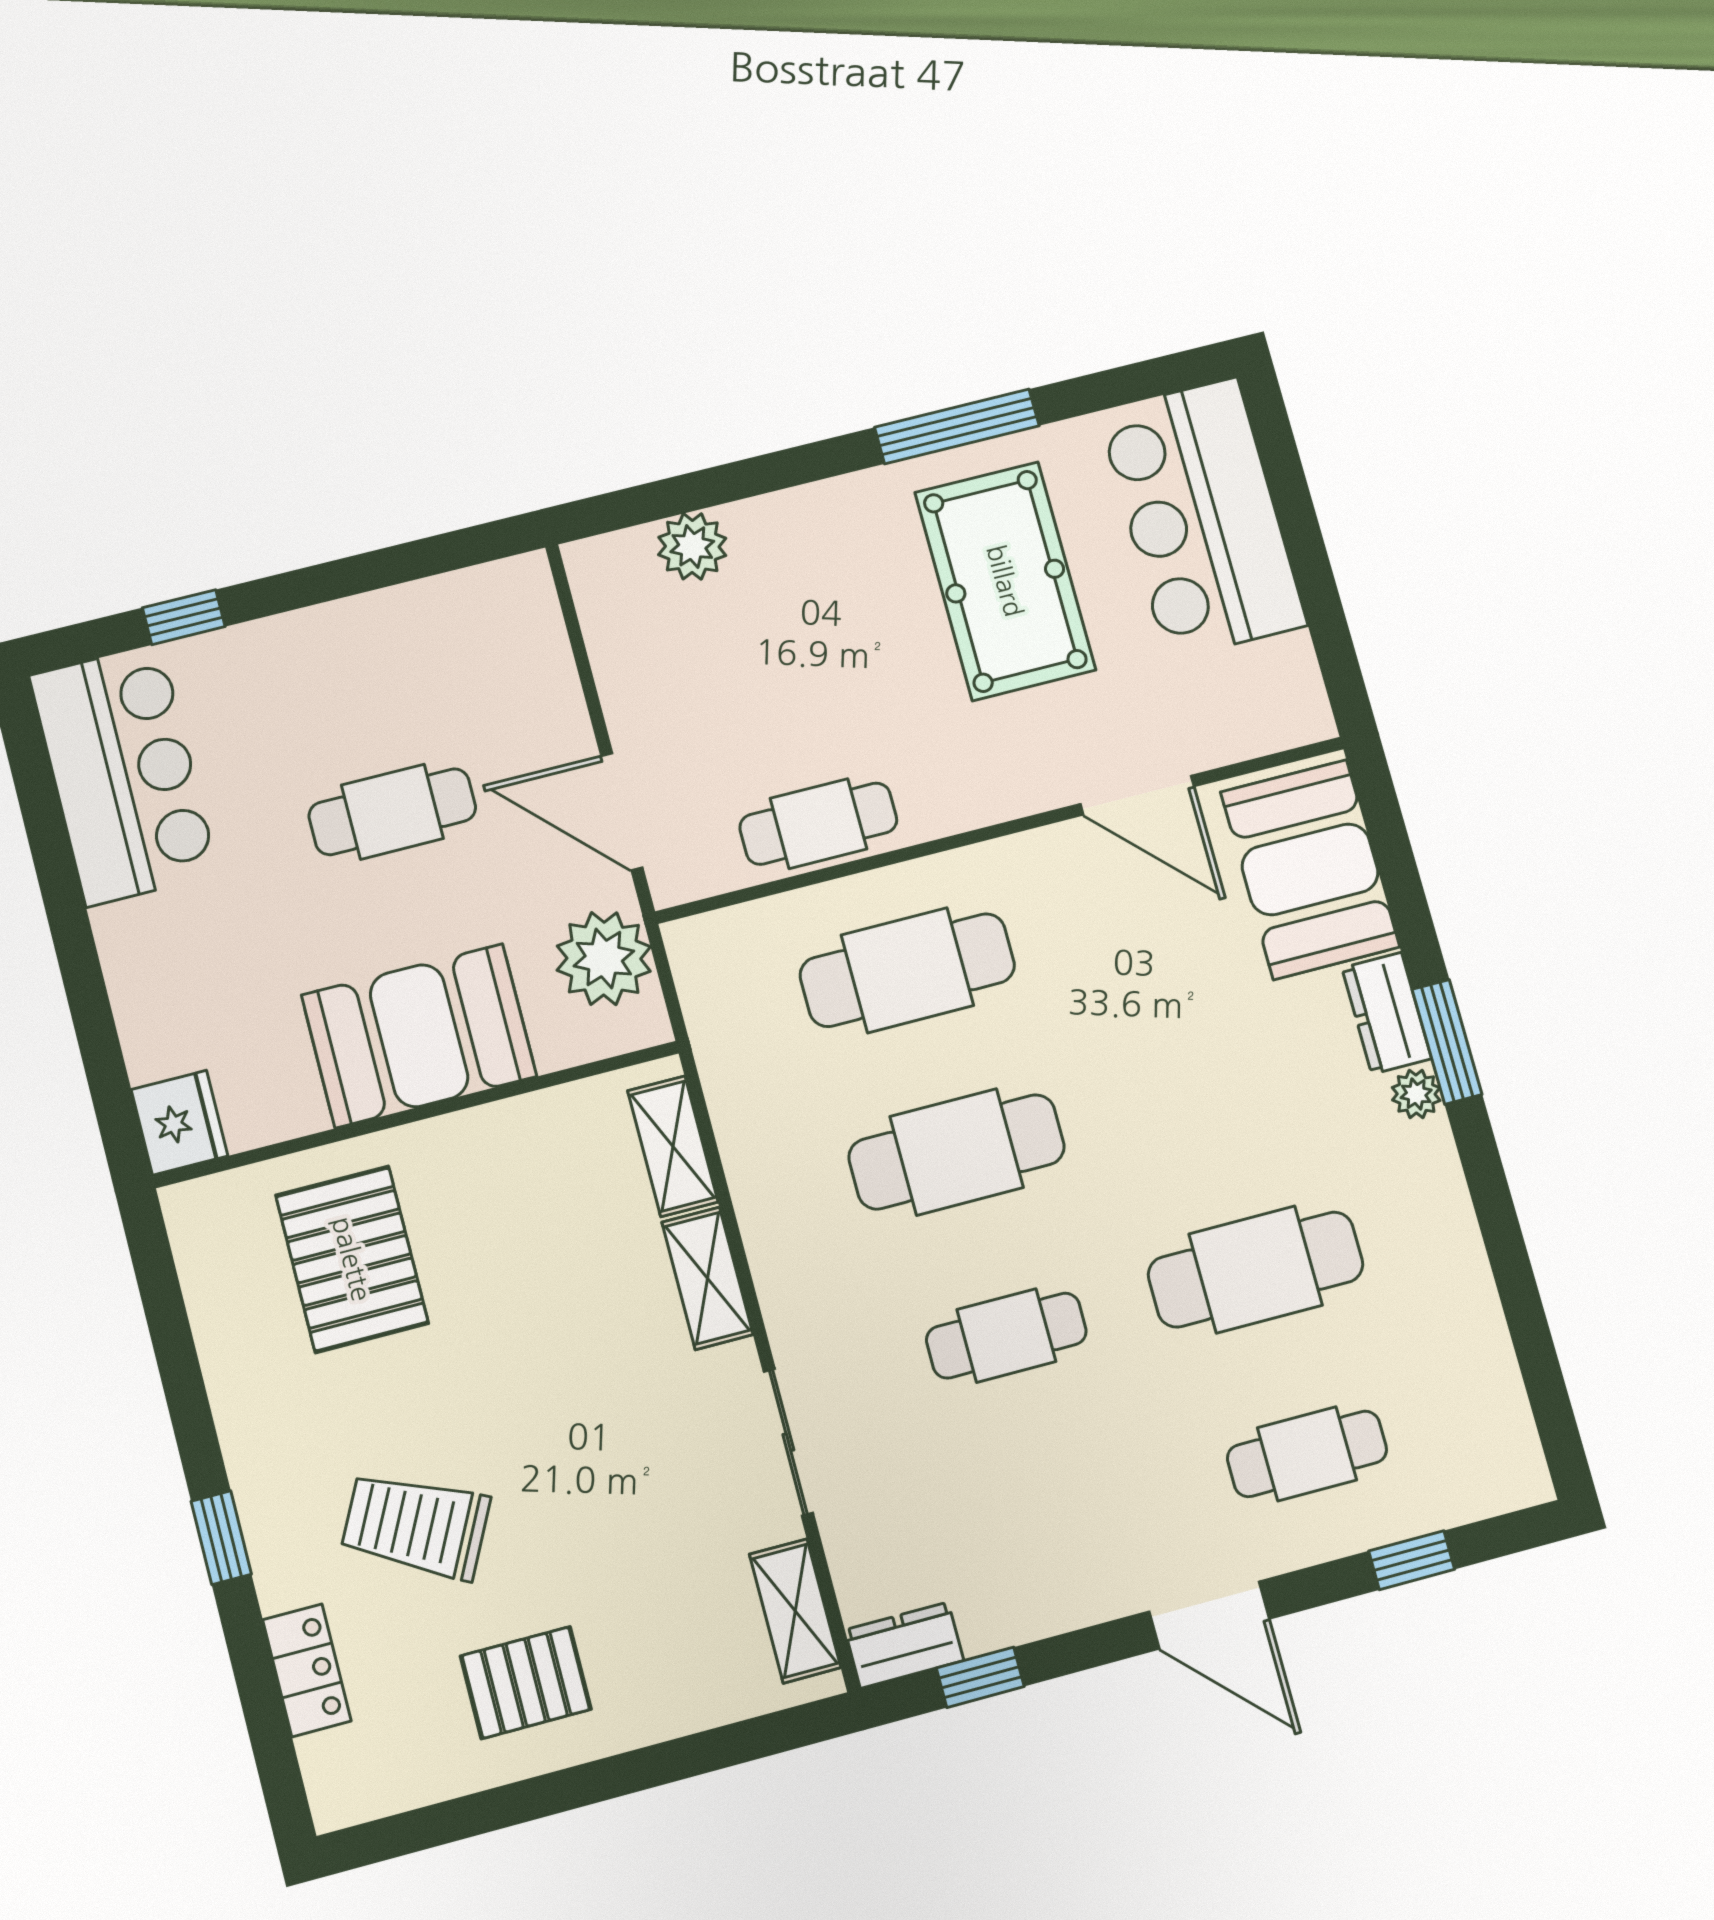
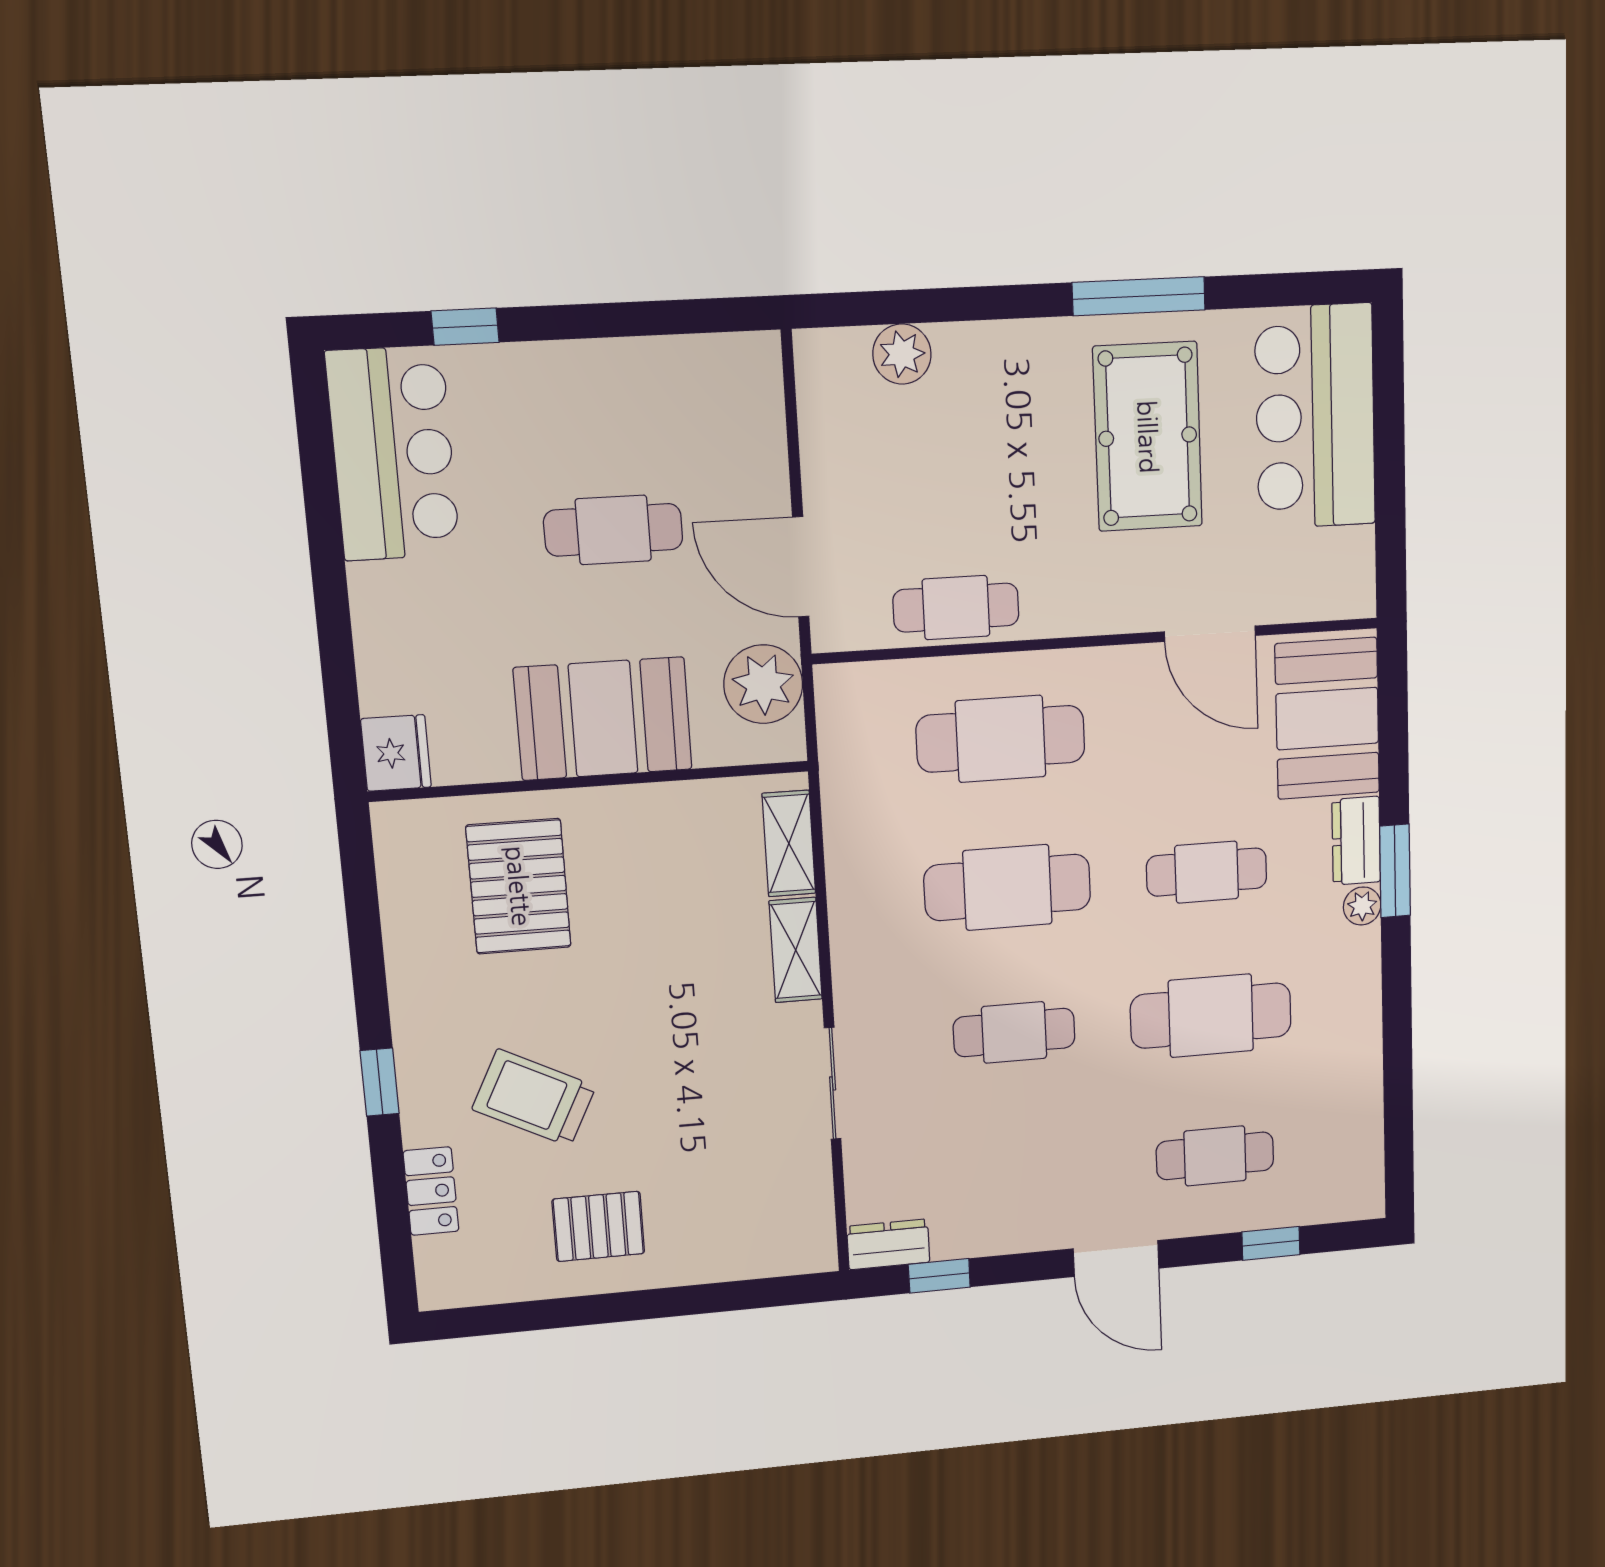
cafe table: (1205, 1087) -> (1207, 872), added
shelving: (795, 1611) -> (812, 1207), removed

